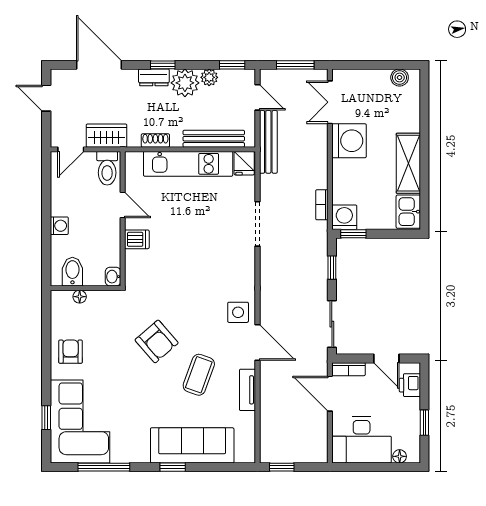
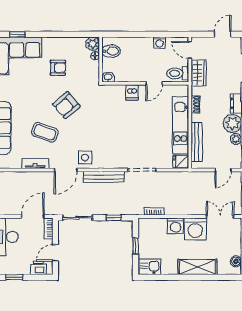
bench: (268, 142) -> (104, 177), moved
shelving: (408, 163) -> (197, 267), moved
washing machine: (344, 217) -> (175, 226), moved, turned 90
washing machine: (59, 226) -> (159, 43), moved
window: (353, 234) -> (136, 246), moved
plant: (61, 301) -> (93, 44), added
armchair: (71, 352) -> (58, 68), moved

